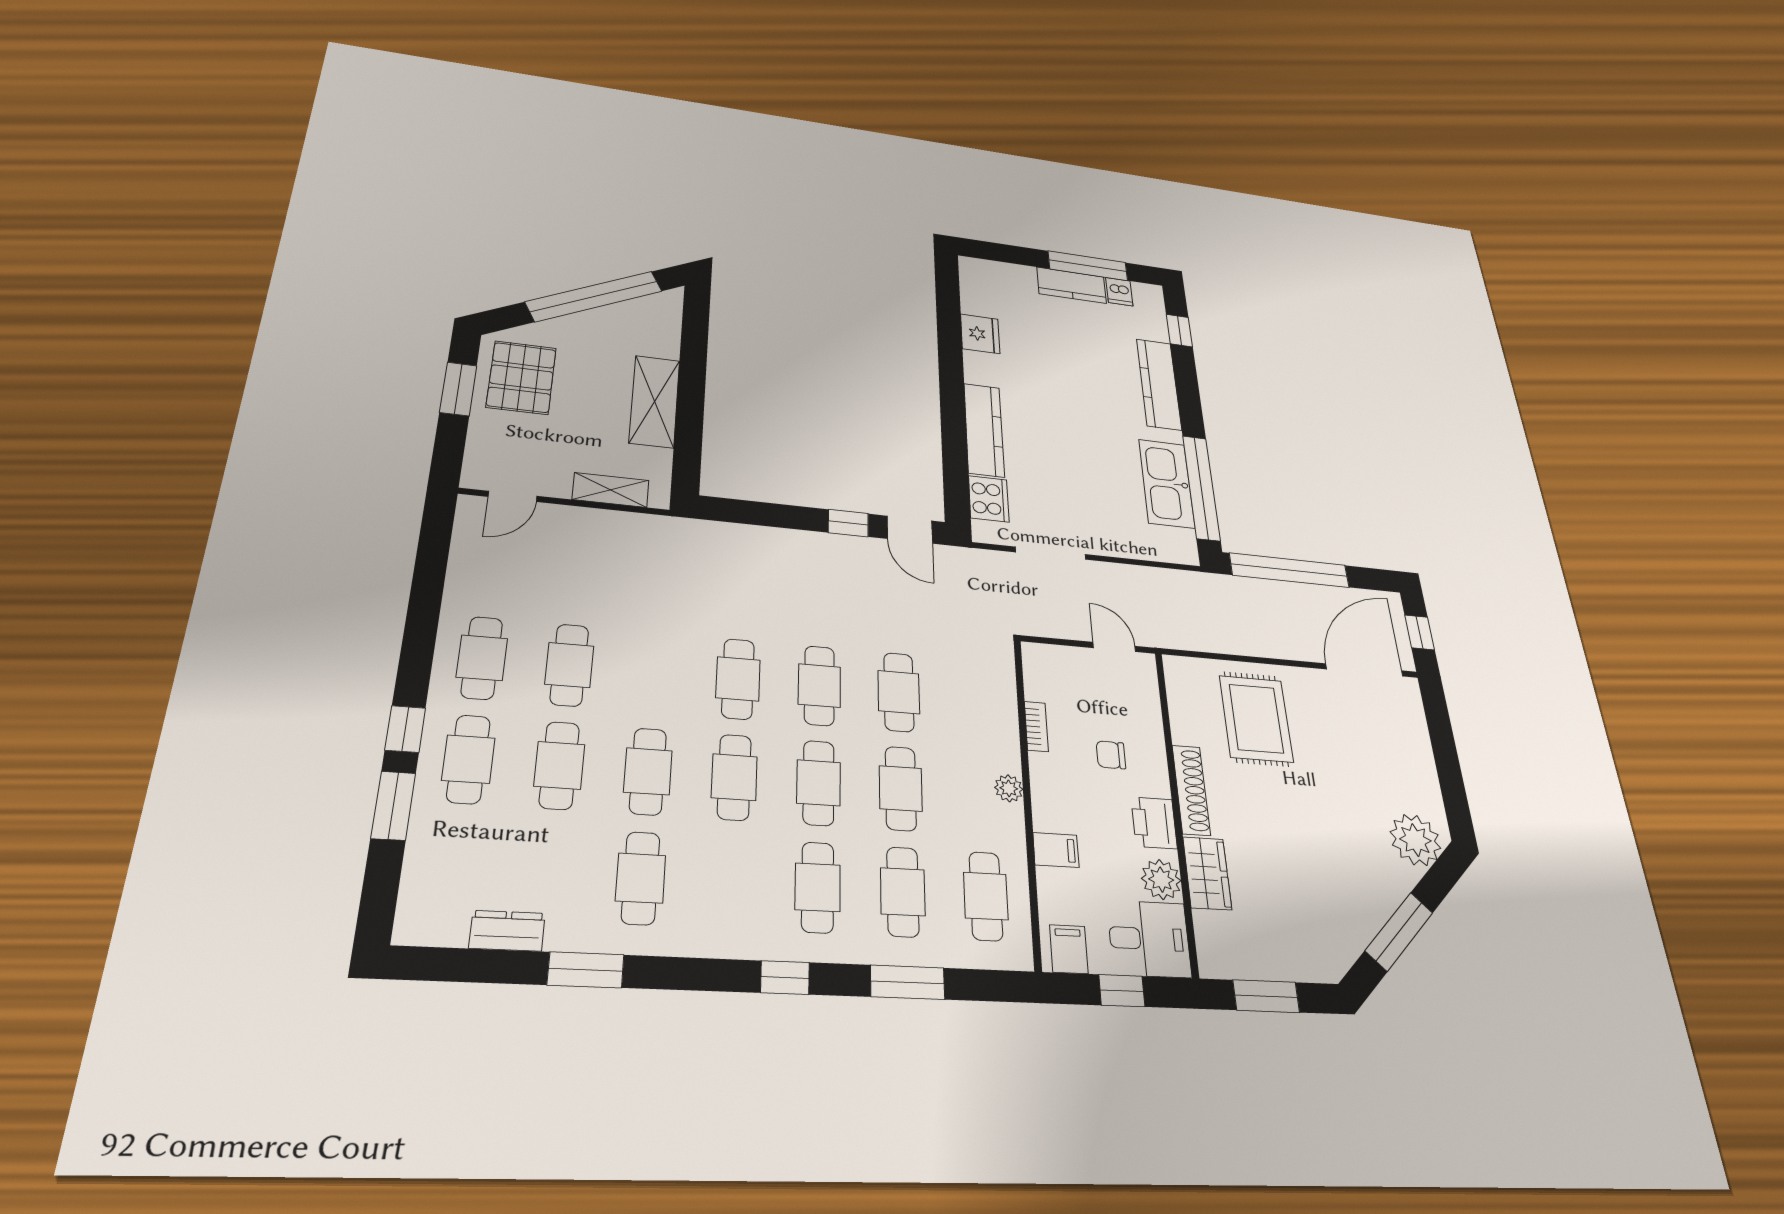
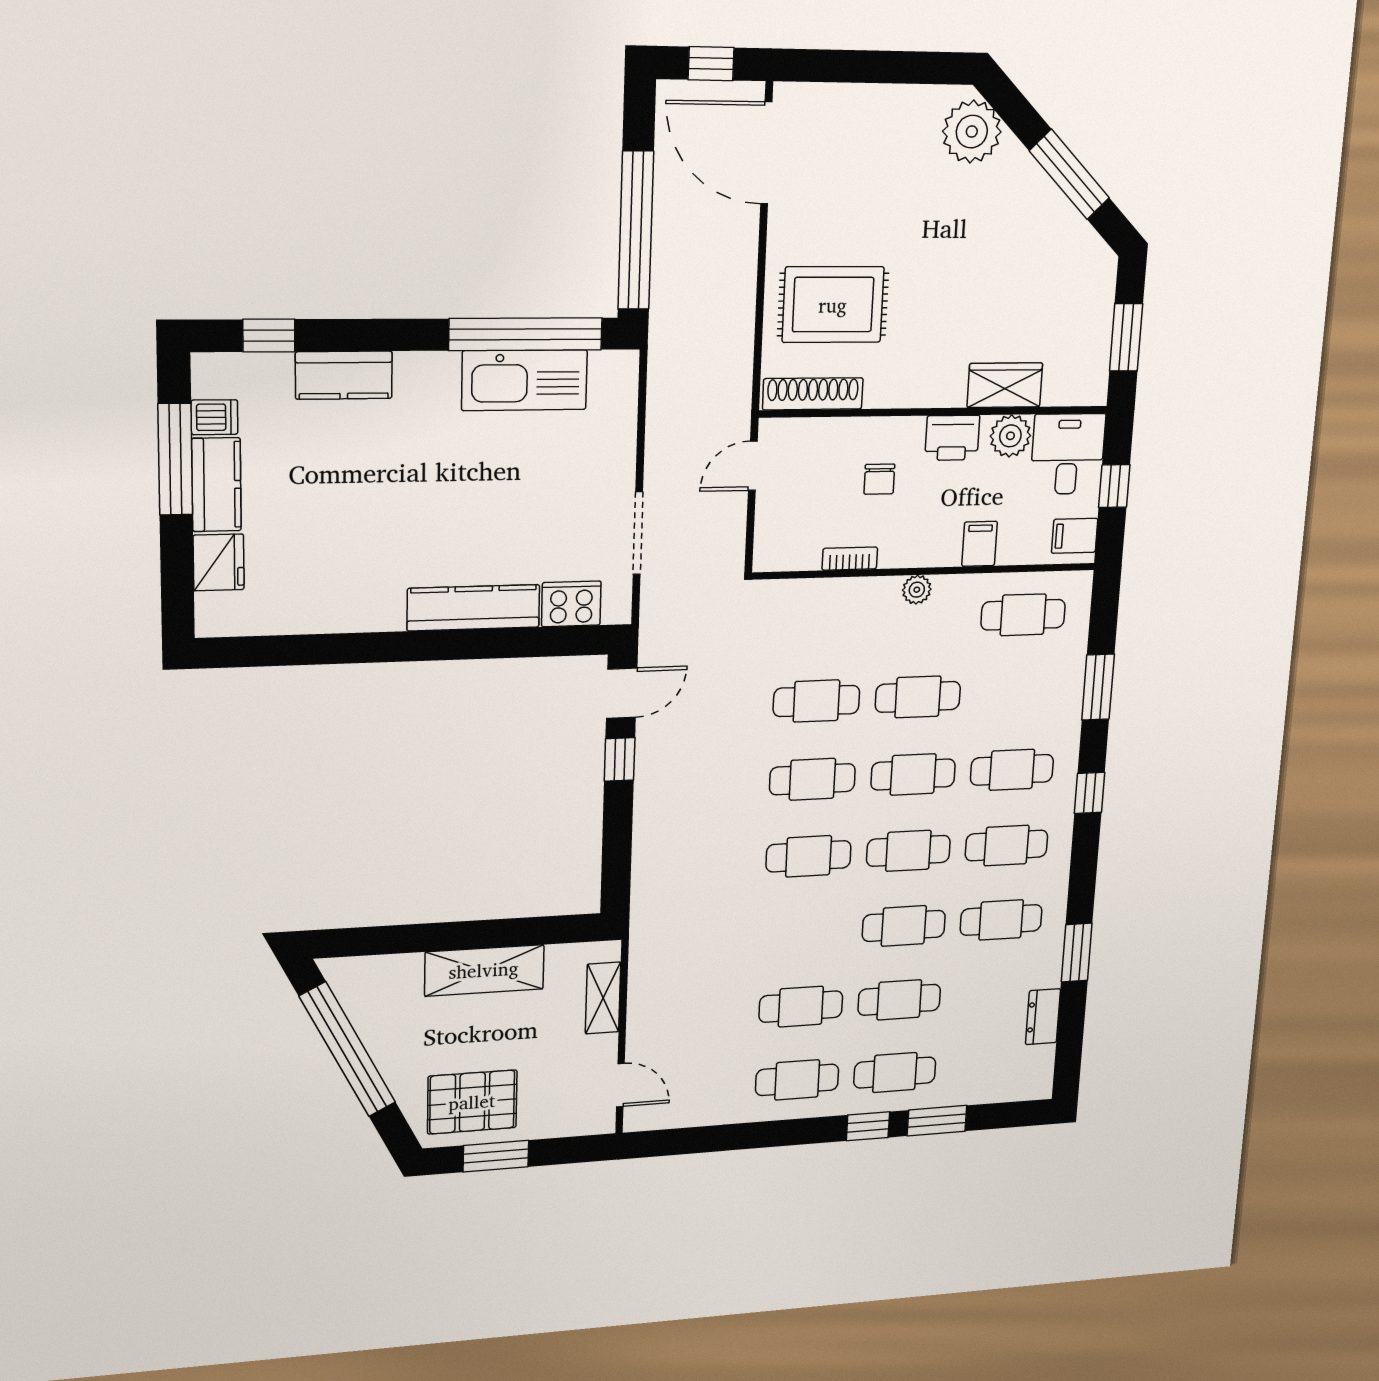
fridge: (980, 334) -> (219, 562), moved, turned 90
kitchen counter: (1159, 384) -> (344, 375), width x0.67
shoe rack: (1191, 790) -> (813, 394), moved
cafe table: (903, 892) -> (1006, 845), moved

